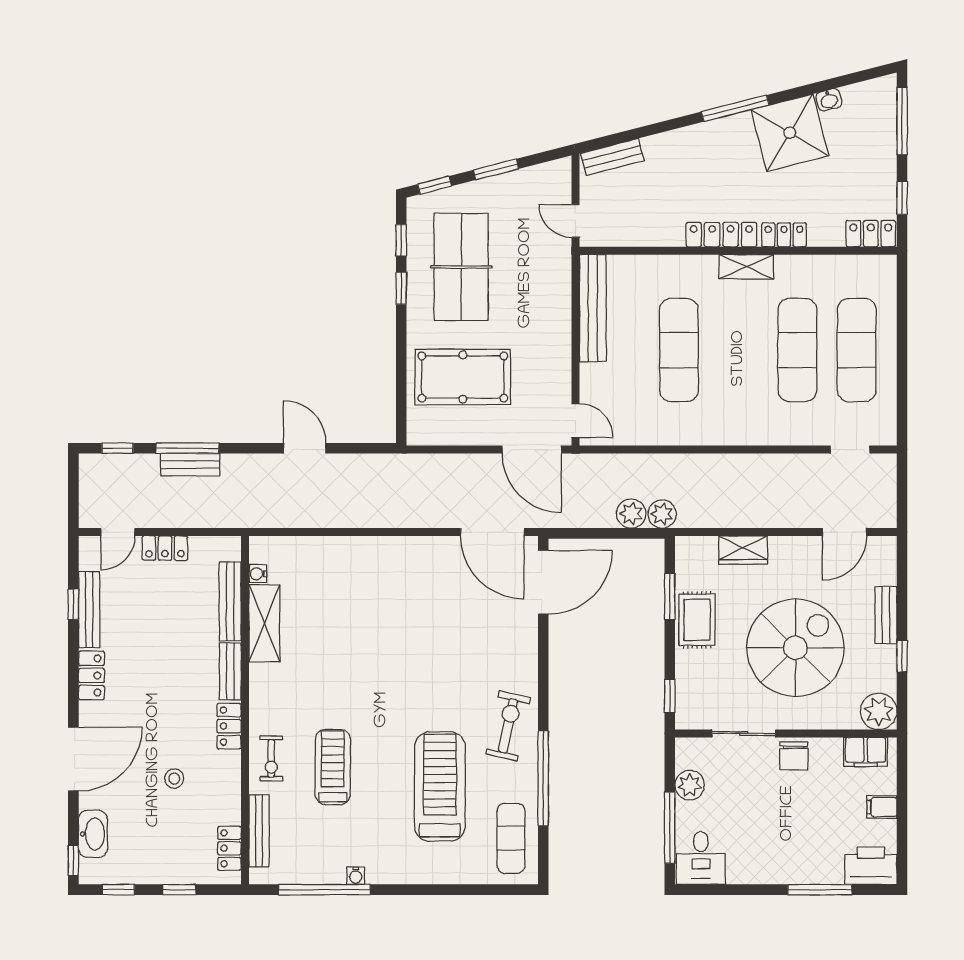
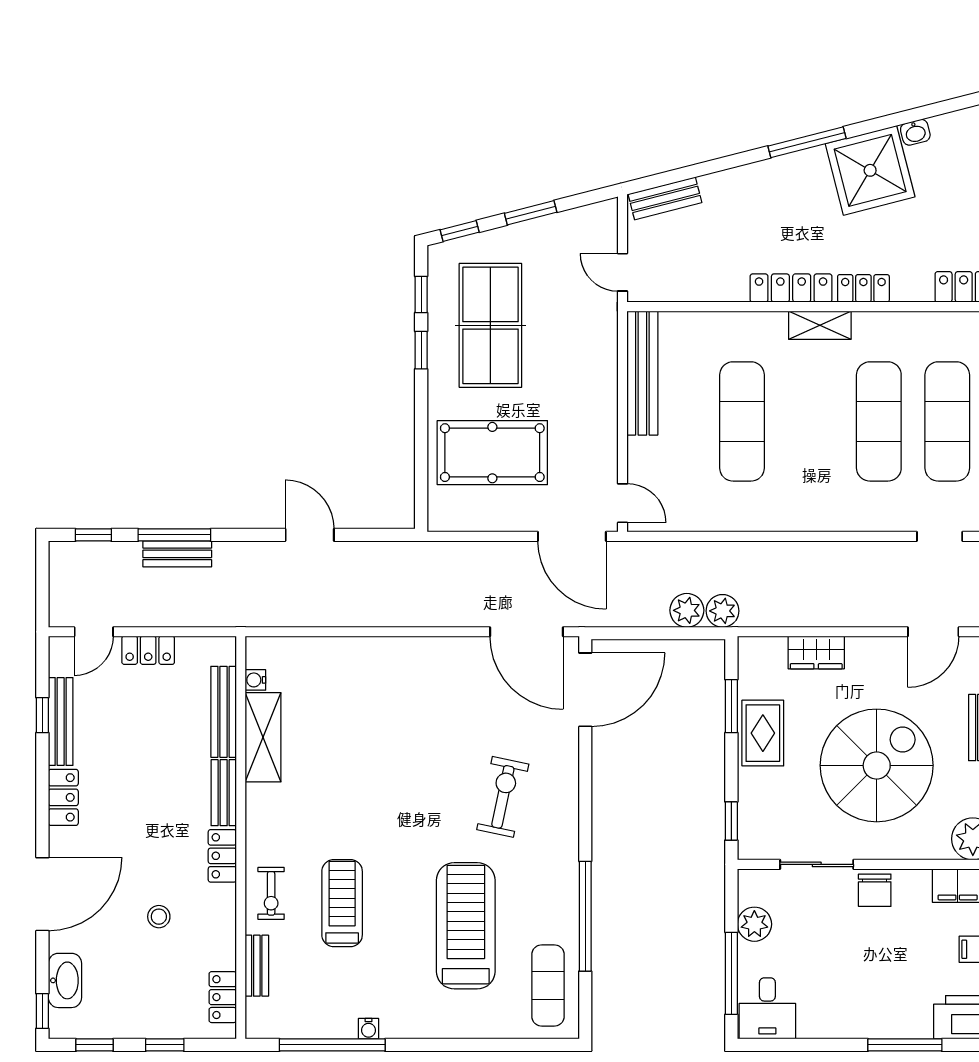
exercise bike: (508, 726) -> (503, 797), moved
bench: (259, 831) -> (257, 966), width x0.73

